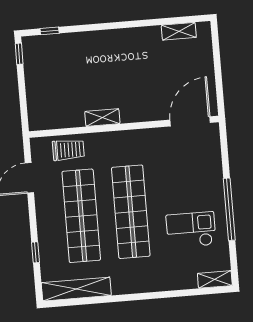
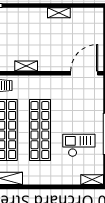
shelving: (179, 31) -> (59, 13), moved

